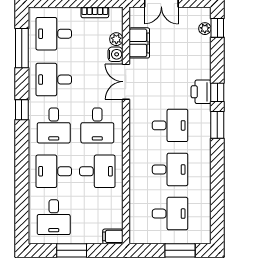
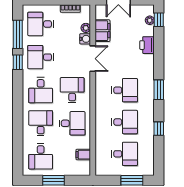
double door: (126, 82) -> (93, 59), swing flipped
printer: (201, 92) -> (147, 45), moved
window: (217, 92) -> (159, 129), moved
window: (22, 110) -> (18, 62), moved
desk: (97, 125) -> (72, 90), turned 180
desk: (54, 171) -> (41, 123), turned 90
filing cabinet: (113, 236) -> (83, 155), moved

